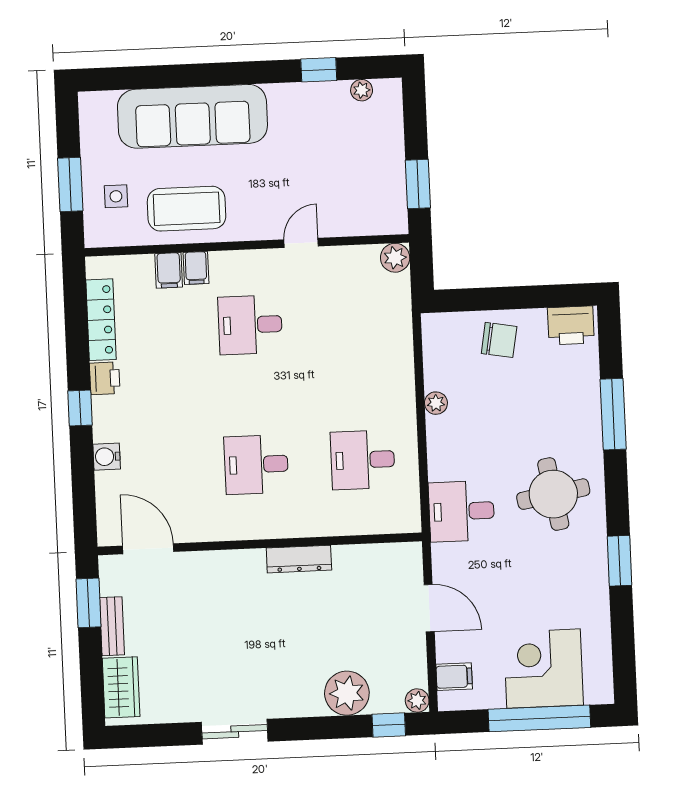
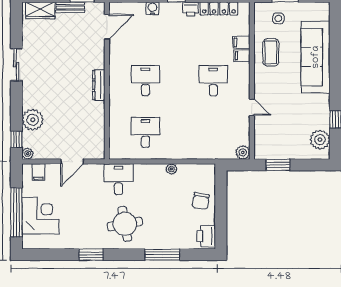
plant: (362, 90) -> (320, 140), width x1.88, depth x1.88
coffee table: (187, 209) -> (271, 52), width x0.73, depth x0.76
dresser: (299, 559) -> (99, 85), moved

